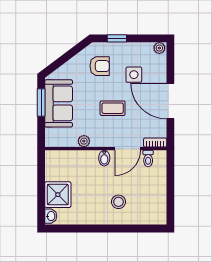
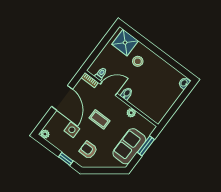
window: (41, 102) -> (146, 146), moved
shower: (58, 195) -> (125, 43), moved

